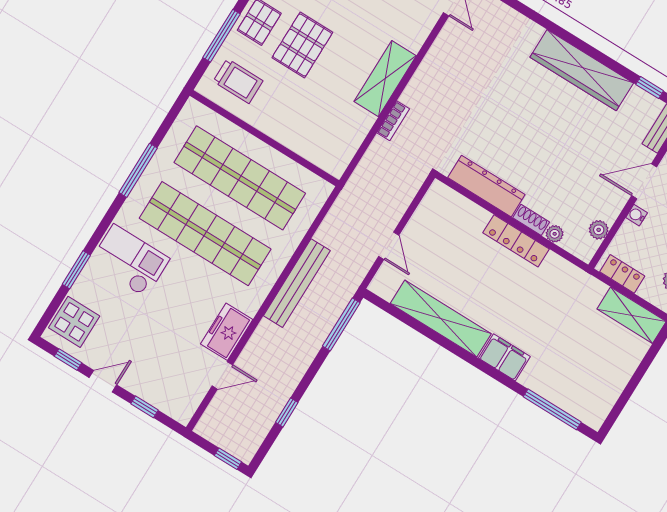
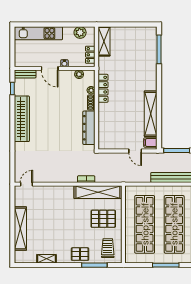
pallet: (302, 45) -> (103, 219), moved
shelving: (385, 79) -> (98, 192), moved, width x1.47
locker: (516, 241) -> (103, 88), moved
door: (389, 246) -> (135, 151), swing flipped
filing cabinet: (504, 357) -> (150, 142), moved, width x0.50

